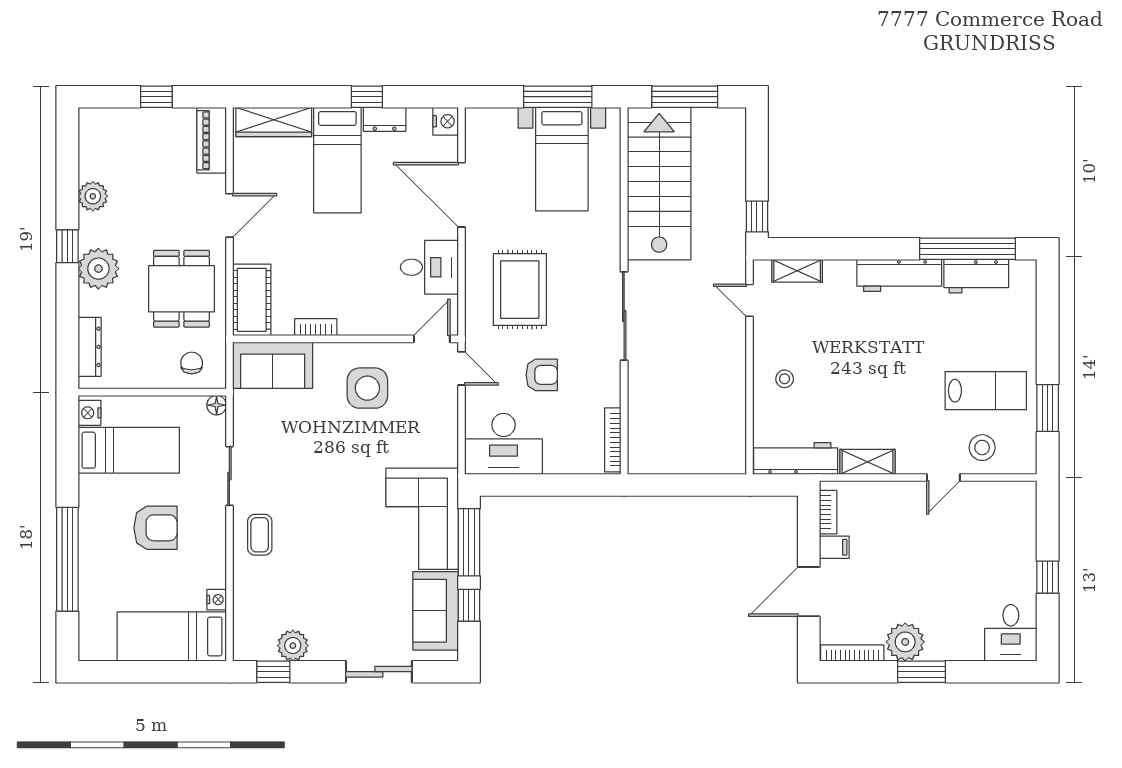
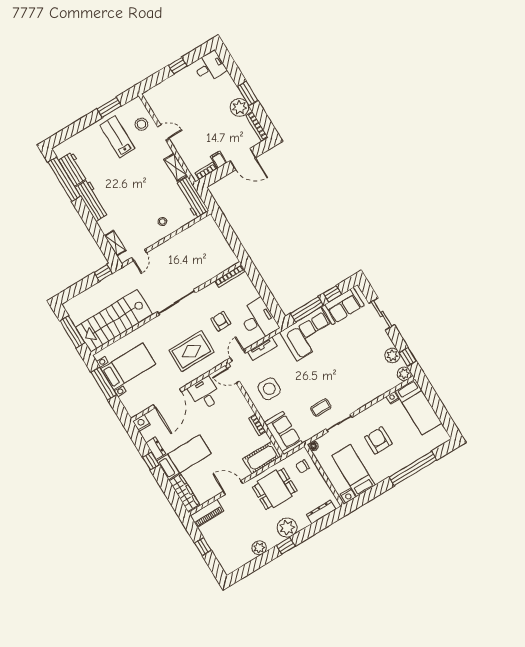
tv unit: (447, 419) -> (262, 349), added
coffee table: (260, 535) -> (321, 408), moved
plant: (247, 647) -> (404, 374), added

